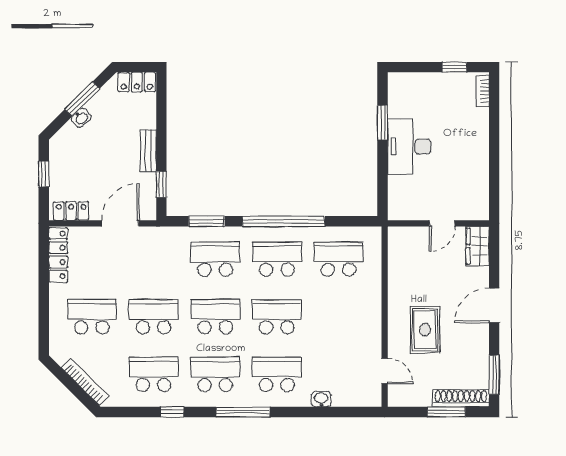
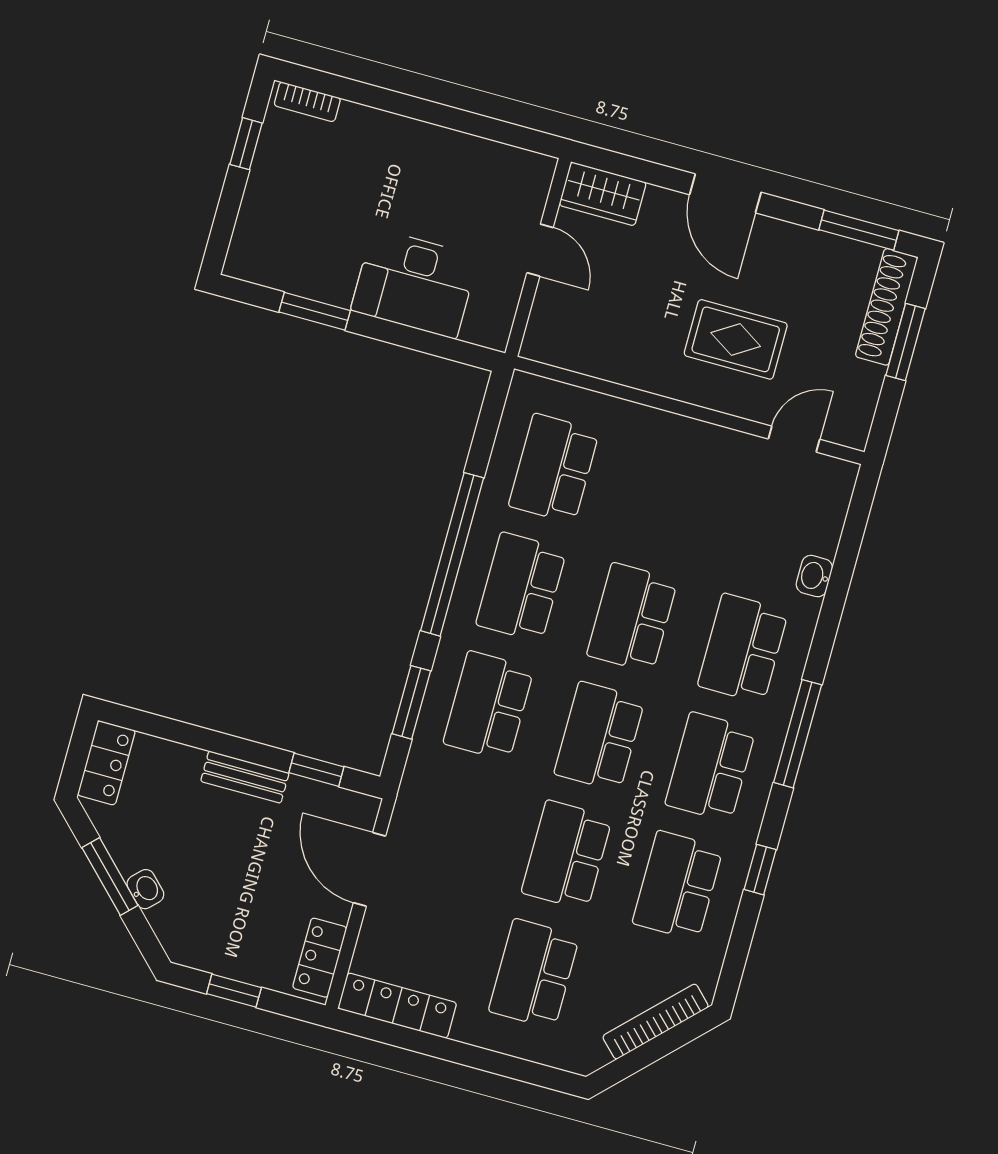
desk: (409, 147) -> (415, 283), moved

